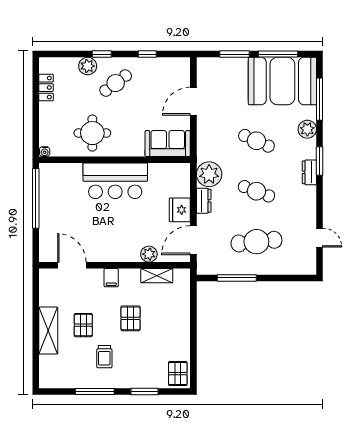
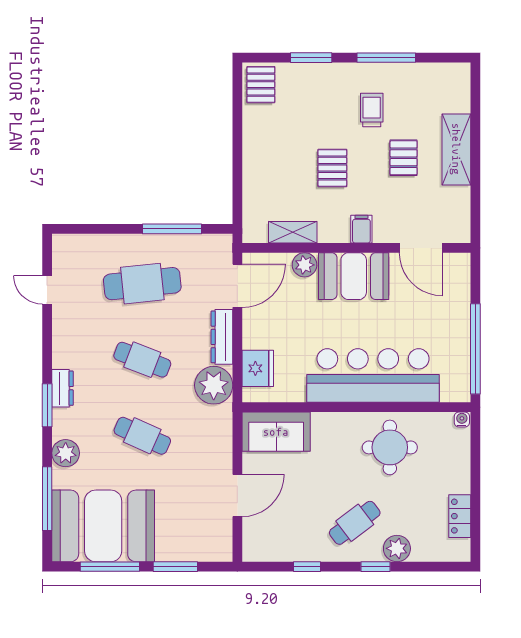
bar counter: (115, 181) -> (373, 376), width x1.36
dresser: (204, 201) -> (222, 337), width x1.44
fridge: (180, 210) -> (258, 368), moved
booth: (116, 247) -> (354, 276), added

